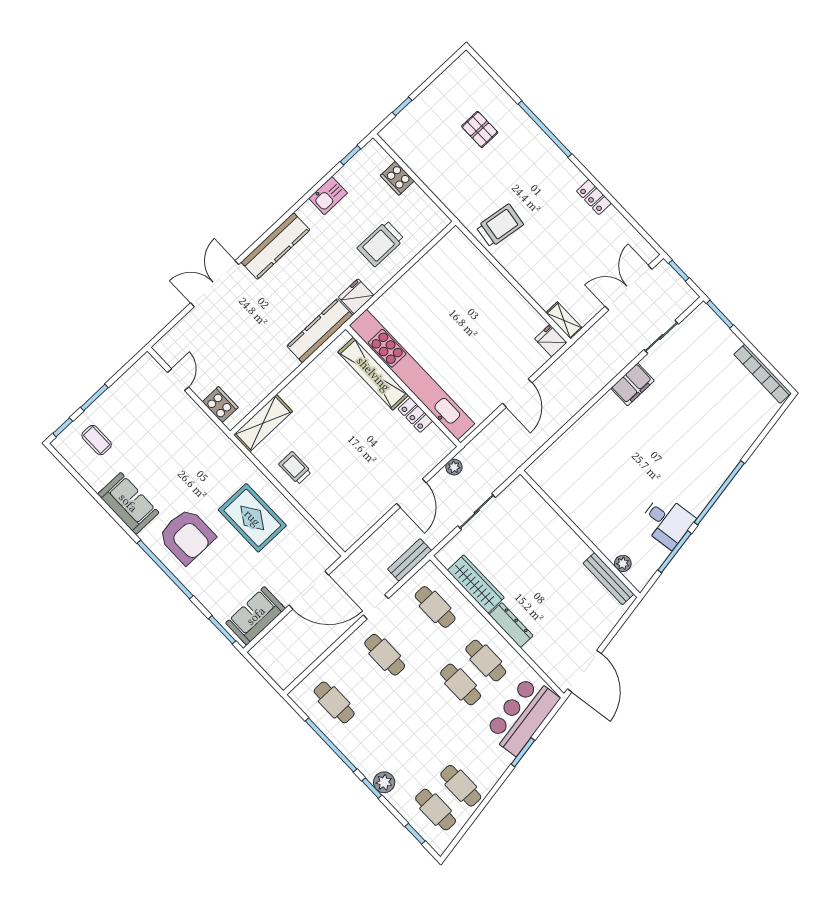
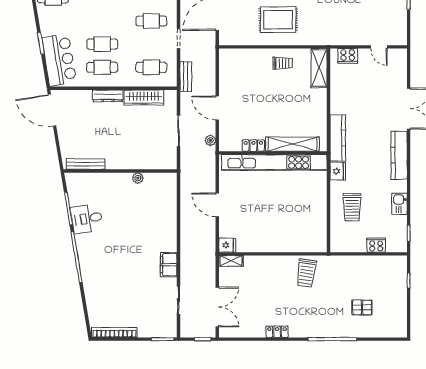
trolley: (381, 244) -> (352, 207), turned 180
plant: (623, 563) -> (138, 178), moved

